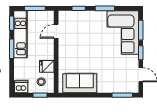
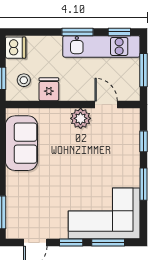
plant: (65, 47) -> (81, 118), added

